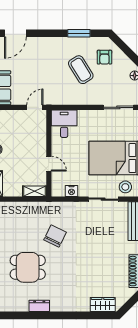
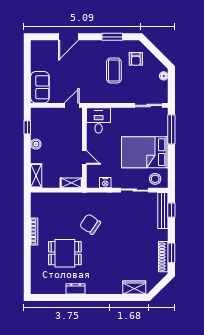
door: (15, 33) -> (69, 37), moved
coffee table: (81, 70) -> (114, 70), turned 32
chair: (55, 236) -> (90, 224), turned -82

